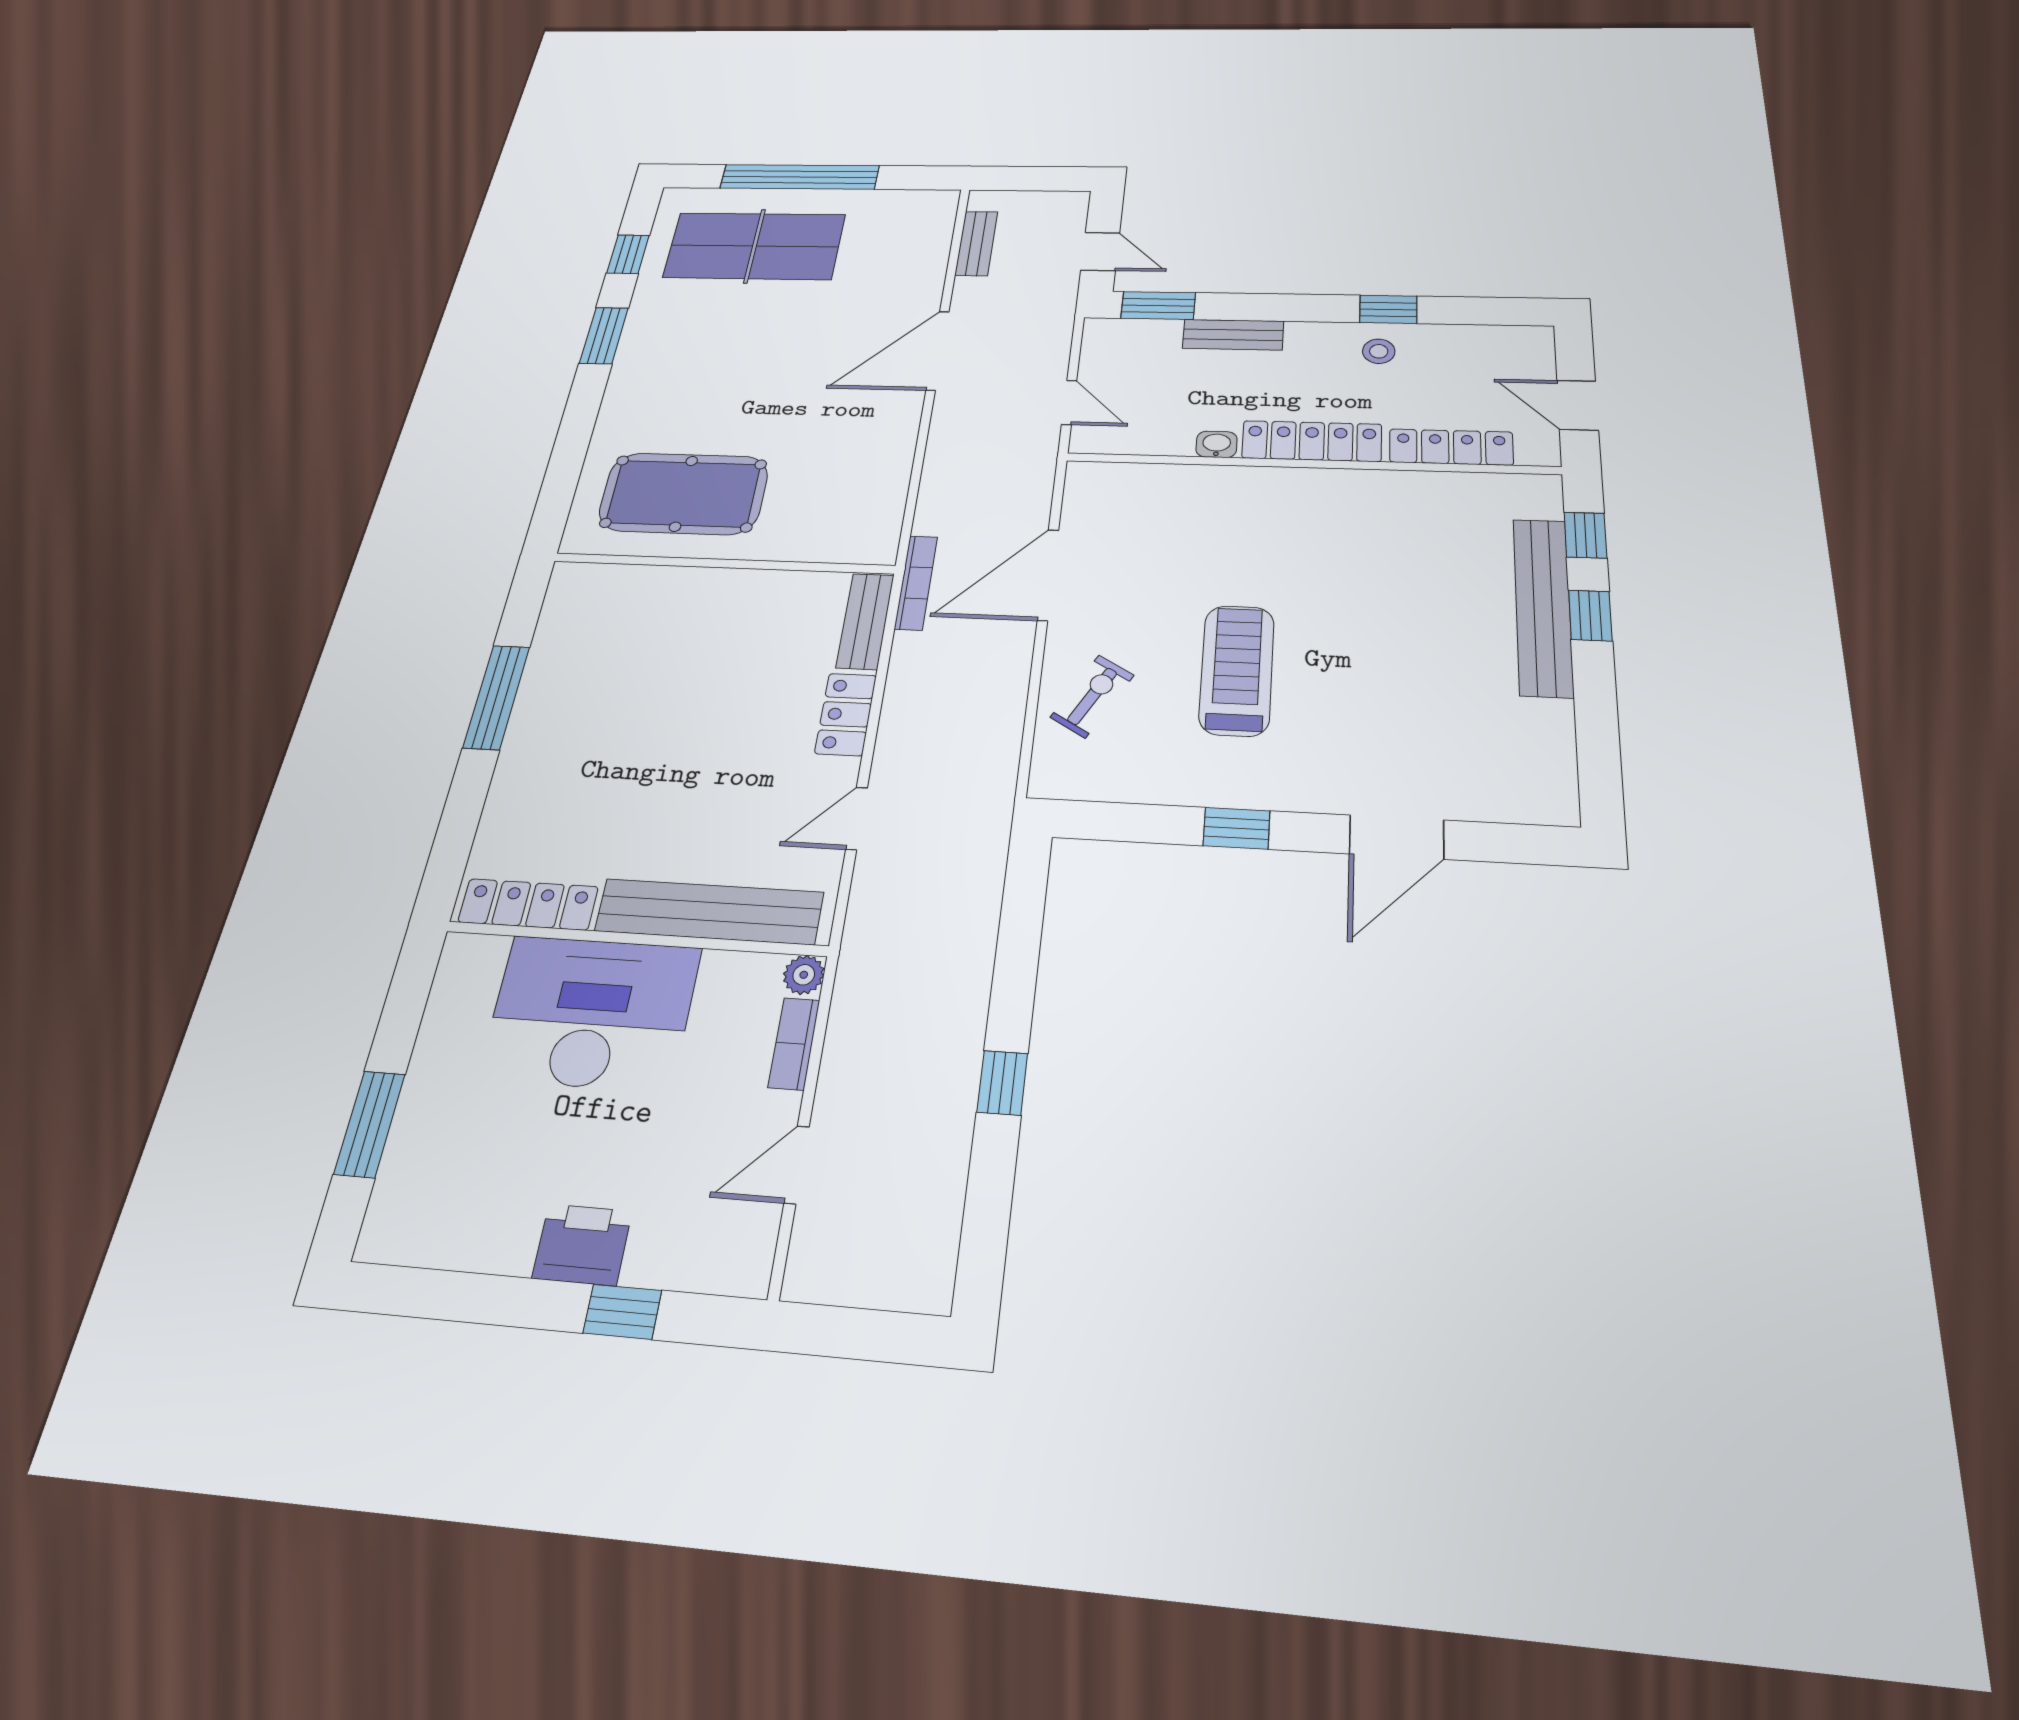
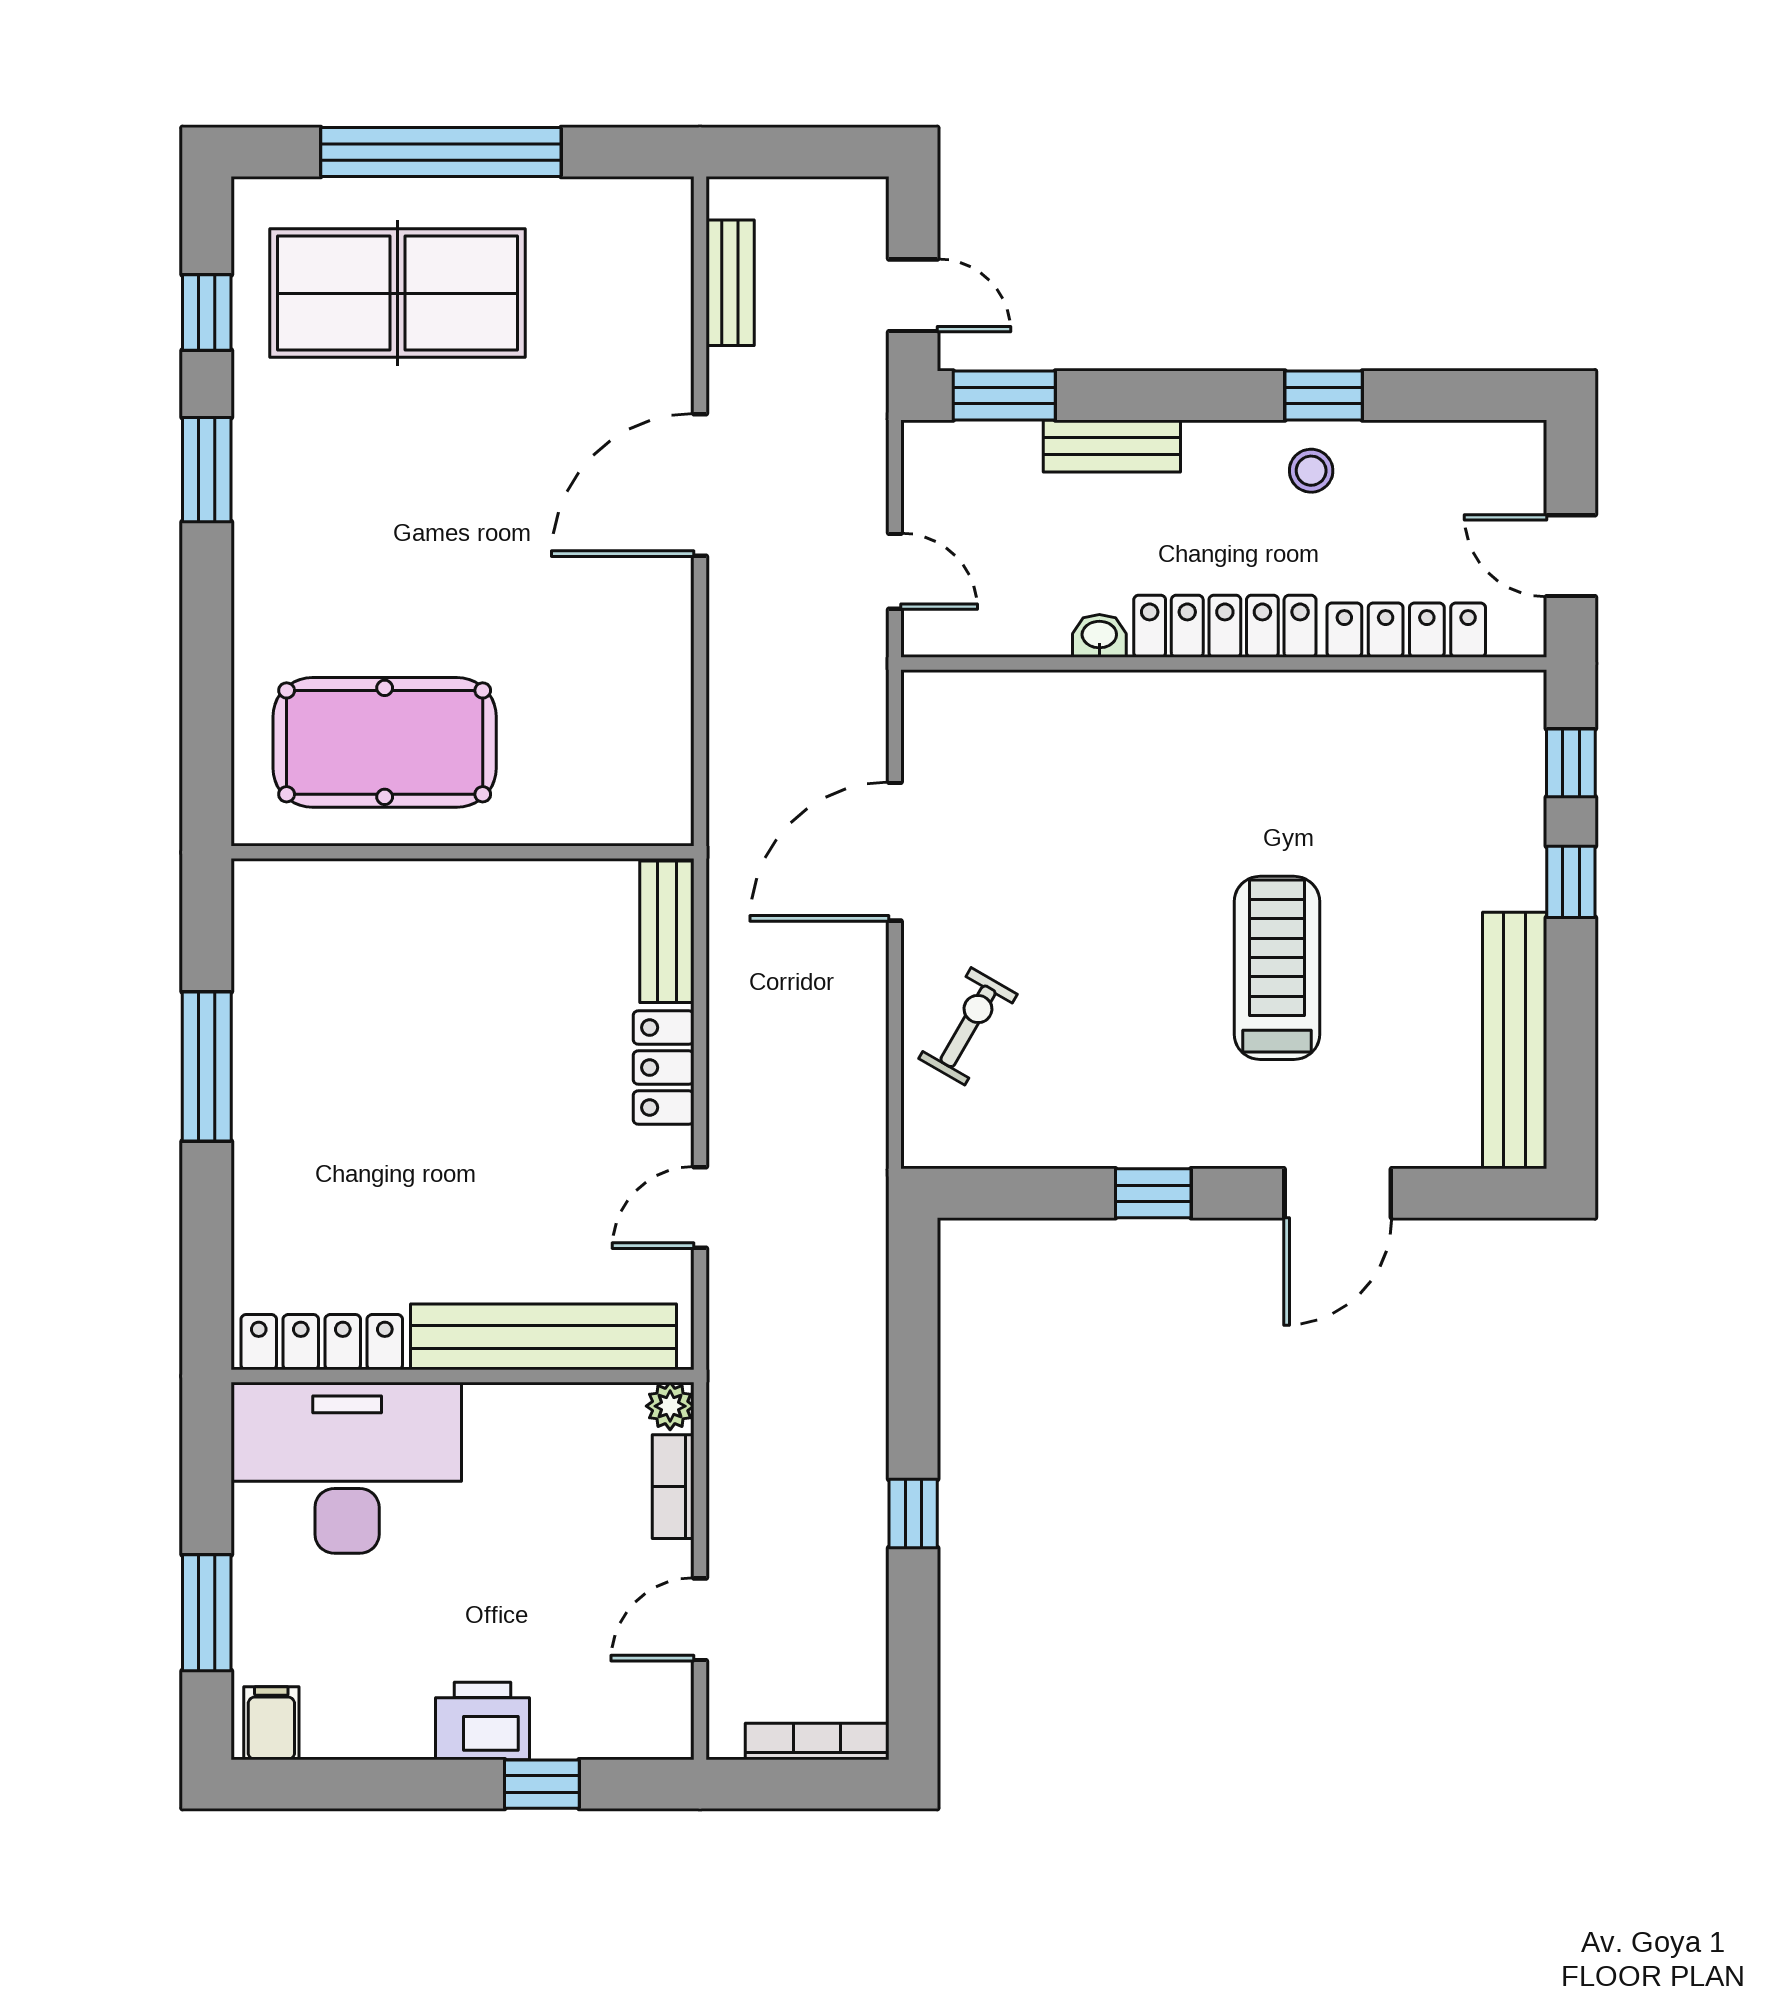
bookcase: (916, 583) -> (817, 1741), moved, turned -90
bench: (1543, 606) -> (1515, 1041), moved
treadmill: (1237, 670) -> (1277, 968), moved
desk: (591, 1013) -> (347, 1468), moved
filing cabinet: (395, 1230) -> (271, 1723), added

